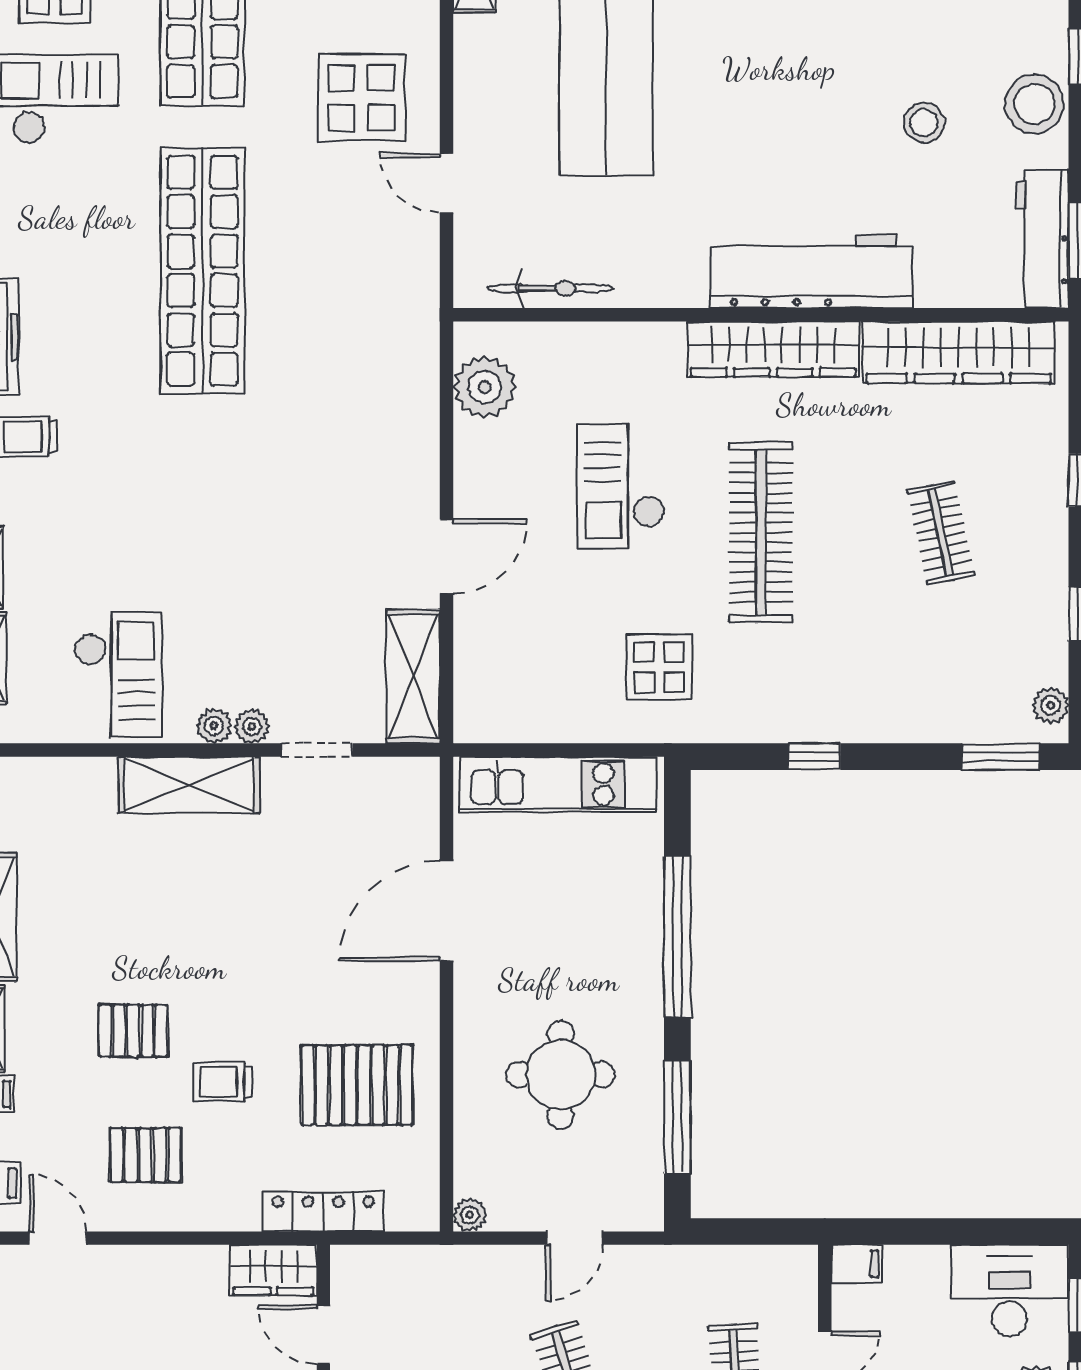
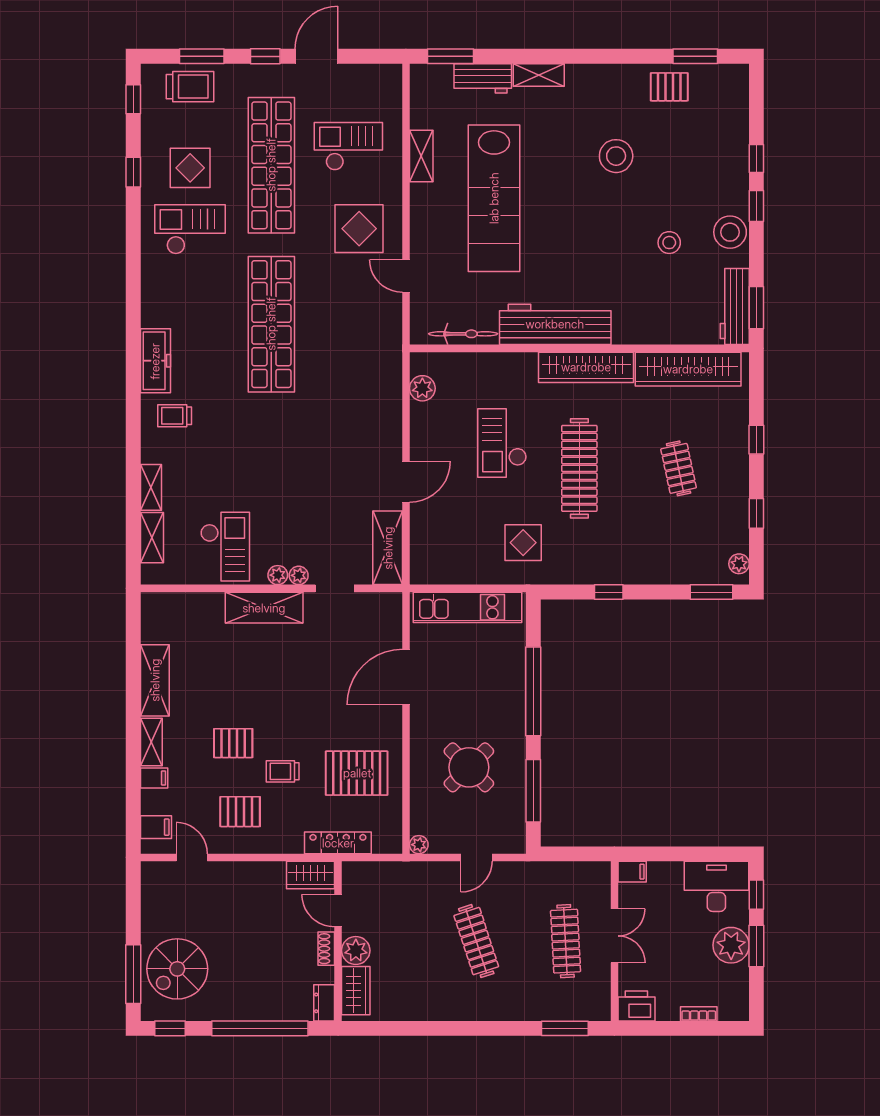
workbench: (811, 271) -> (555, 324), moved
plant: (485, 387) -> (422, 388), width x0.73, depth x0.73
round table: (561, 1075) -> (469, 767), turned 45

